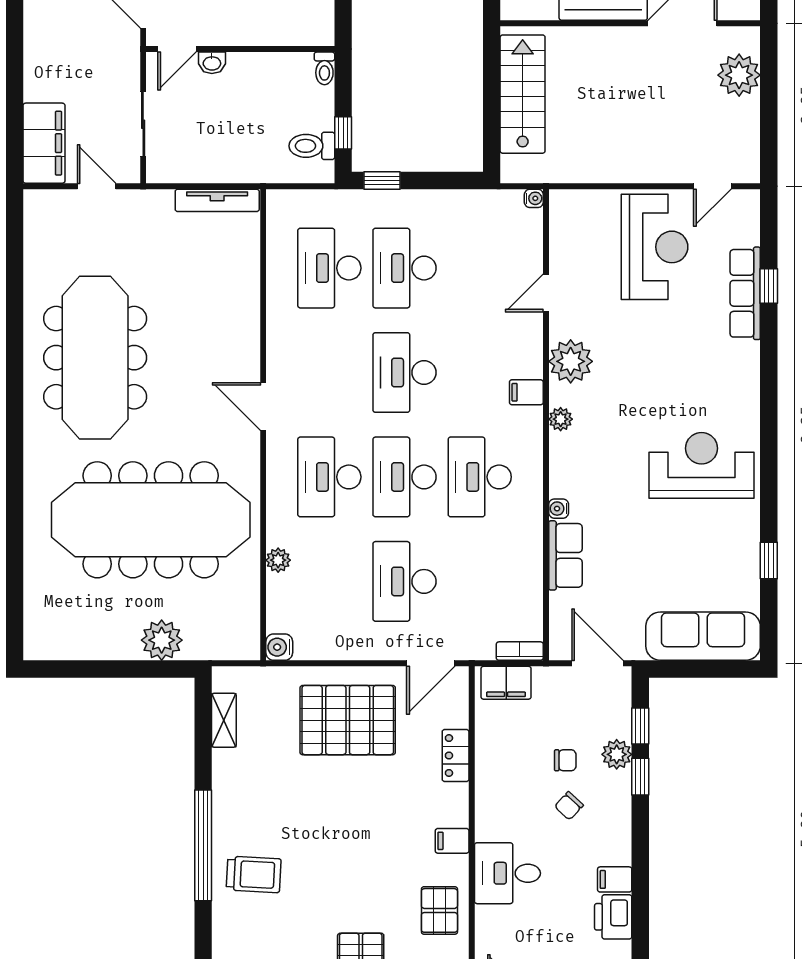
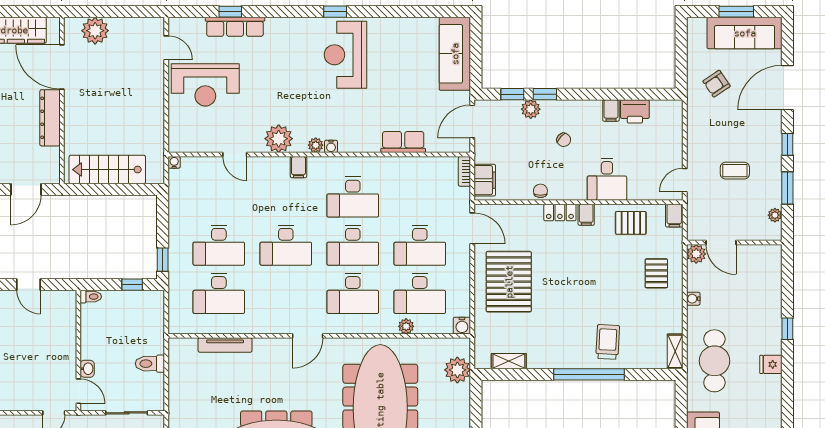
toilet: (312, 146) -> (150, 364), moved, turned 90
tv unit: (217, 200) -> (225, 345), moved, turned 90
reception desk: (655, 247) -> (205, 85), turned 180
water cooler: (559, 509) -> (331, 146), moved
window: (769, 560) -> (335, 12), moved
desk: (329, 581) -> (420, 293), added
plant: (162, 640) -> (457, 370), moved
locker: (456, 756) -> (560, 212), moved
chair: (565, 760) -> (540, 191), moved

